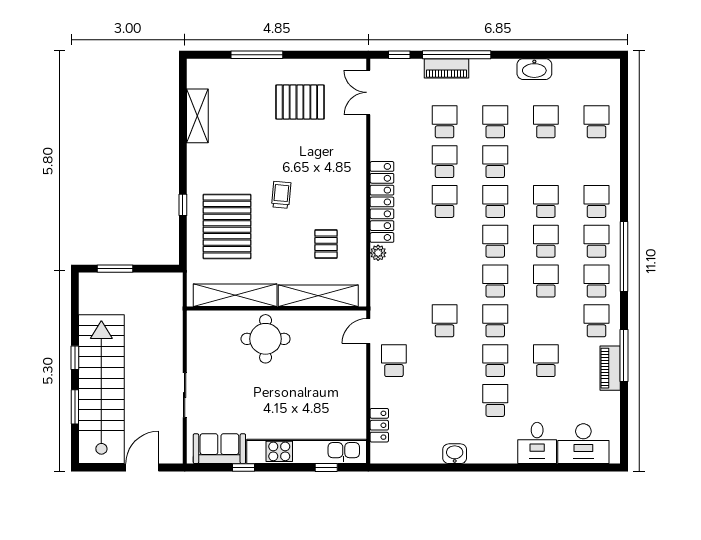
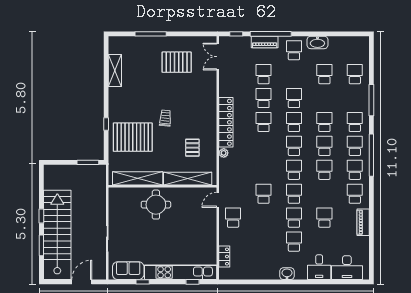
school desk: (495, 122) -> (294, 50), moved
pallet: (227, 227) -> (133, 137), turned 90
window: (115, 269) -> (88, 162), moved
window: (624, 356) -> (371, 100), moved
washbasin: (455, 454) -> (287, 274), moved

